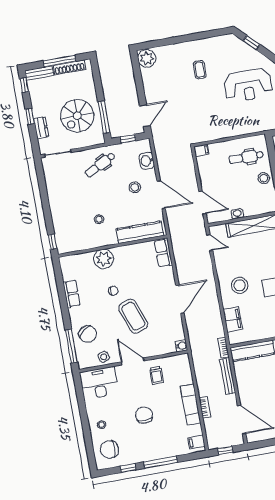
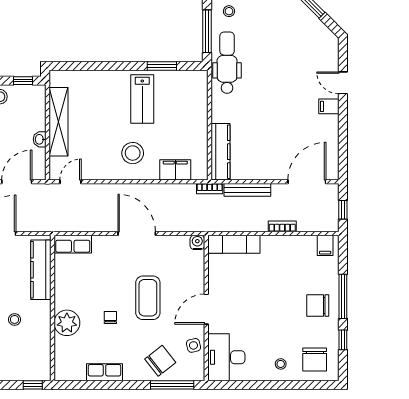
coffee table: (133, 316) -> (148, 298), turned -70
trolley: (156, 375) -> (230, 281), removed
exam couch: (190, 405) -> (234, 244), moved
chair: (144, 415) -> (318, 305), moved

